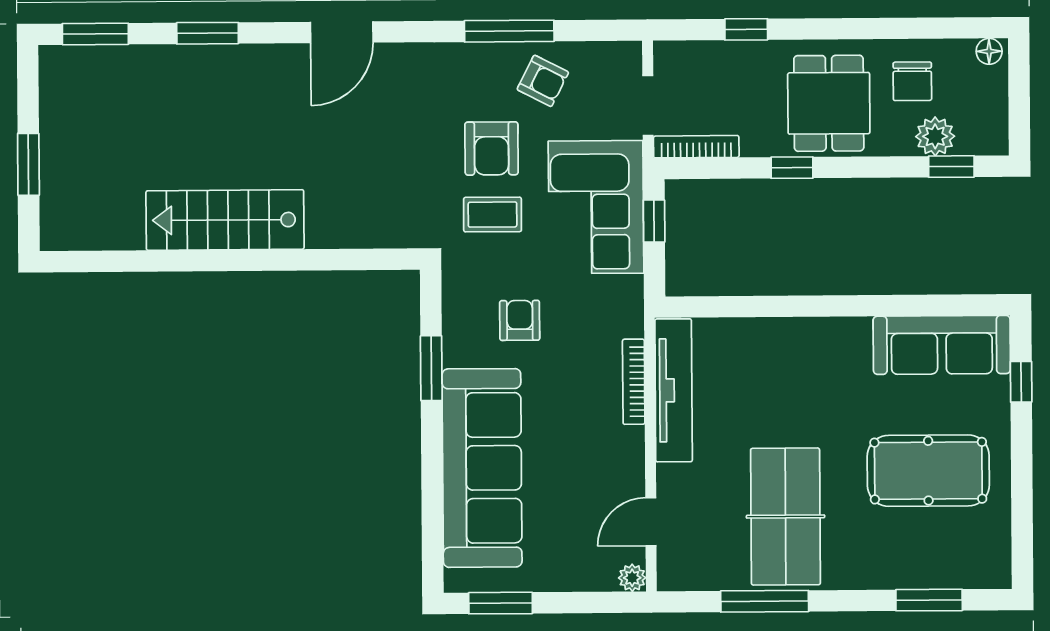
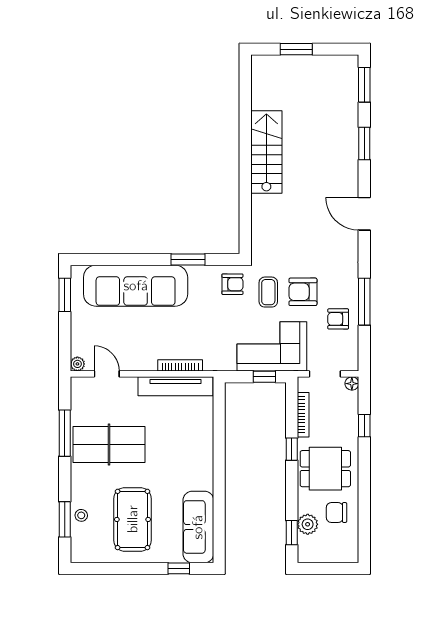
floor lamp: (989, 51) -> (352, 384), moved
armchair: (543, 81) -> (338, 319), turned 63
bookcase: (696, 147) -> (303, 415), moved
armchair: (520, 320) -> (232, 284), moved
stool: (921, 569) -> (81, 515), added

